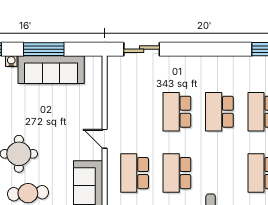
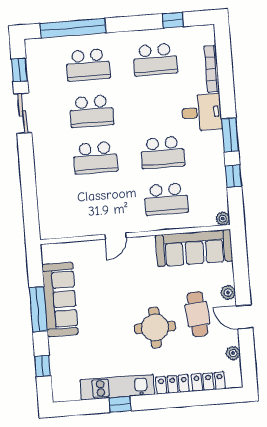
sliding door: (142, 49) -> (23, 113), moved
water cooler: (11, 61) -> (54, 344), removed
door: (105, 139) -> (116, 236), moved

